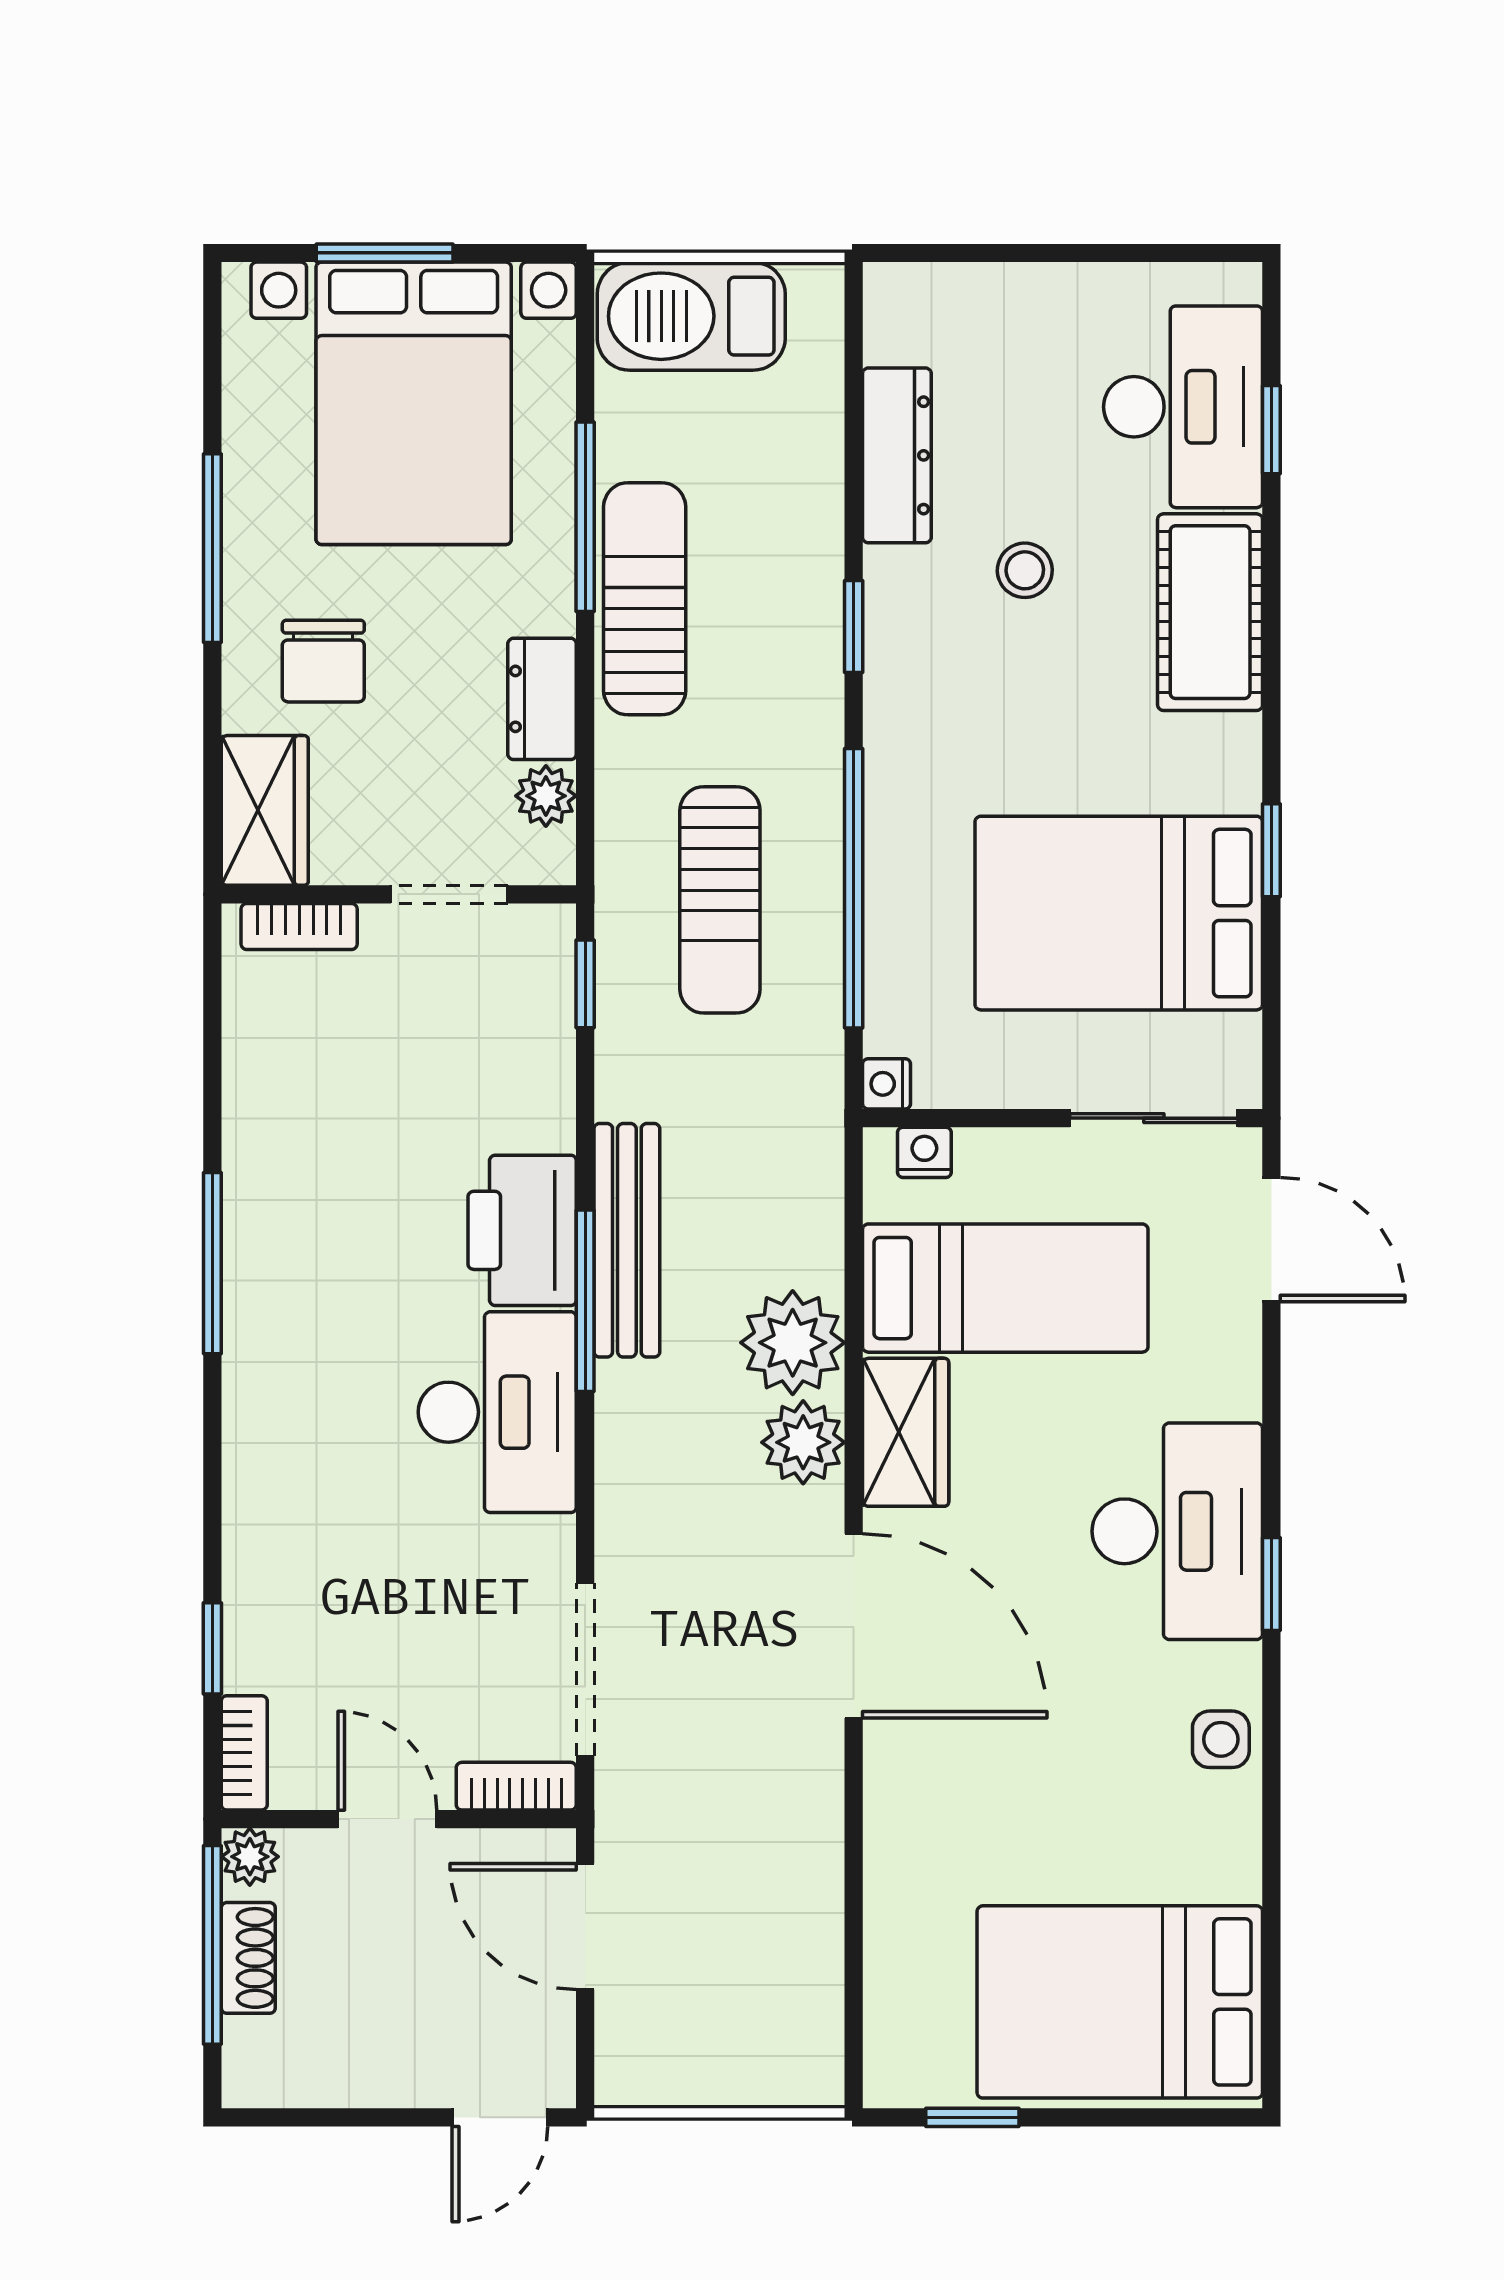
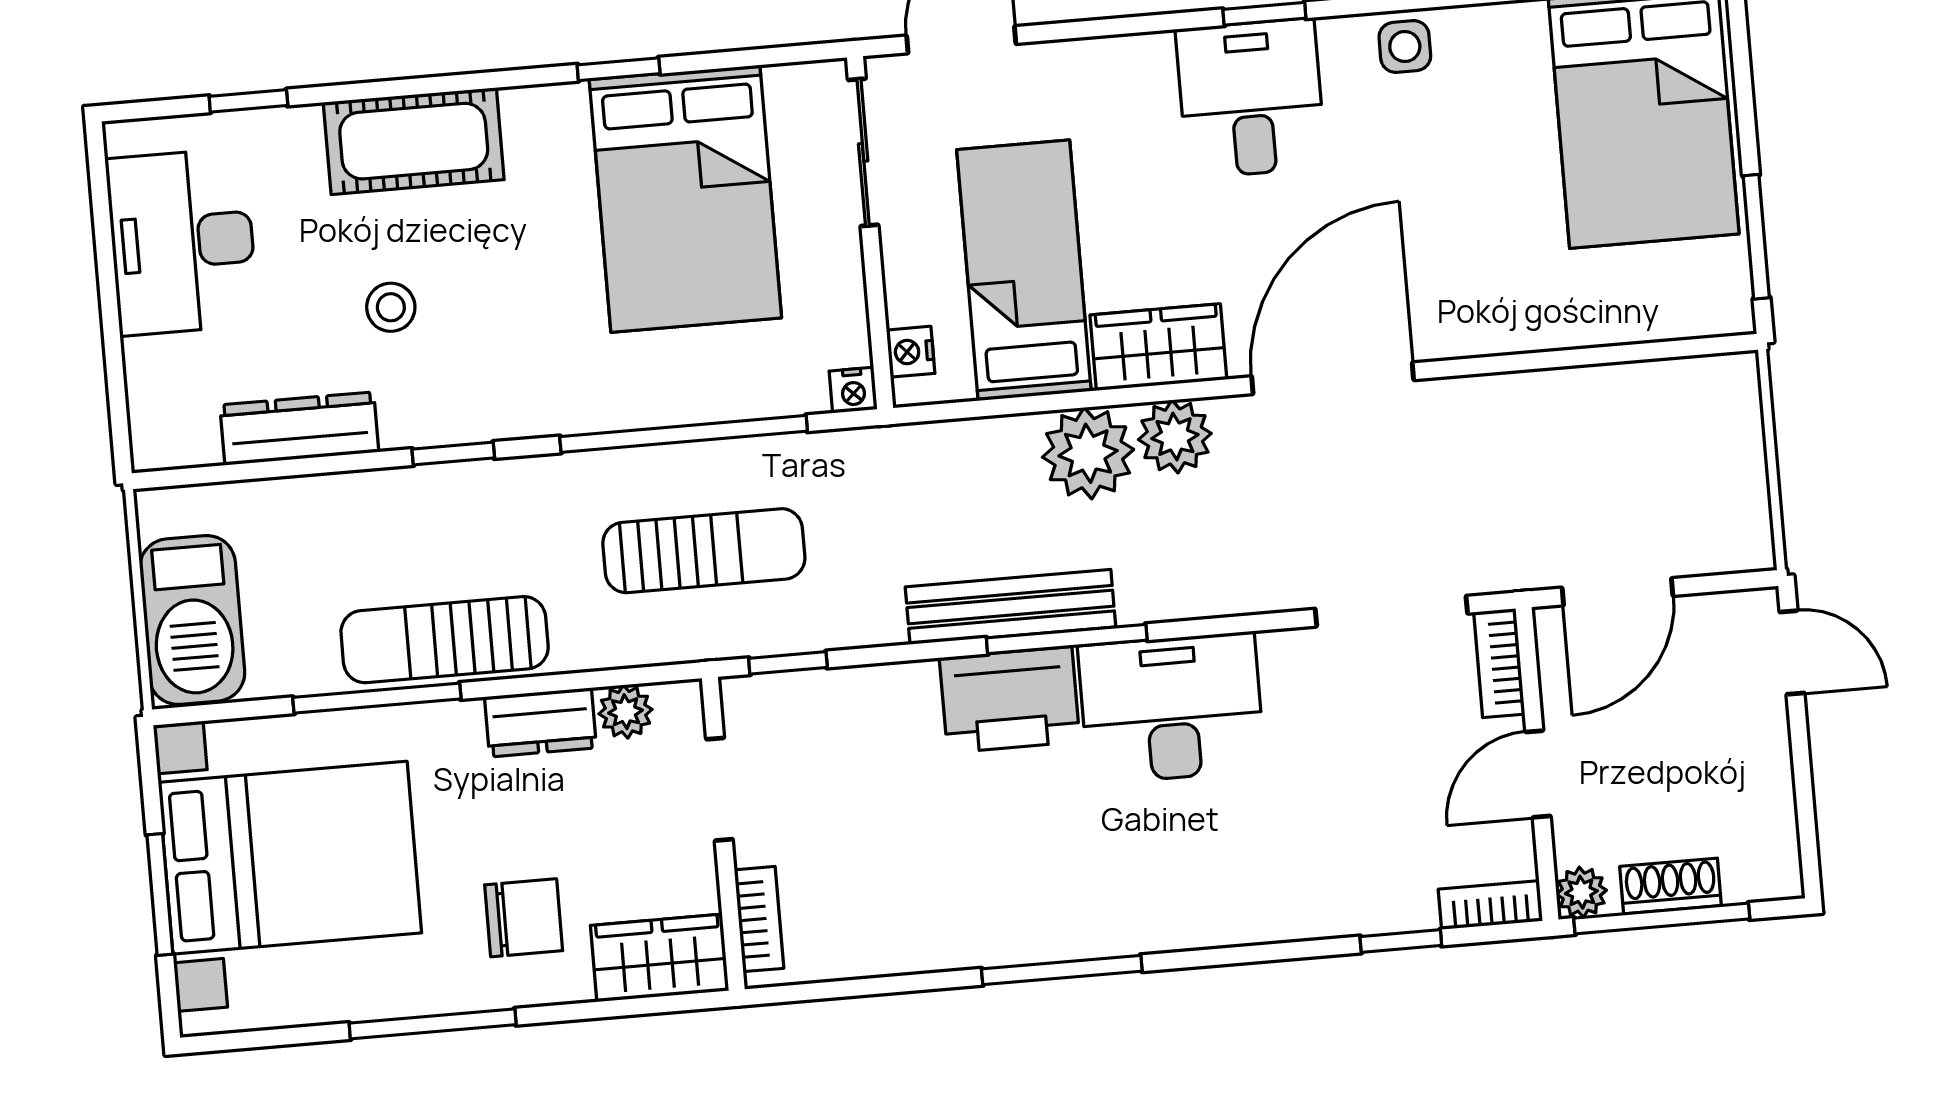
desk: (1183, 407) -> (182, 242), moved, turned -90
desk: (1177, 1531) -> (1251, 98), width x0.73
window: (972, 2117) -> (1756, 237), width x1.50

